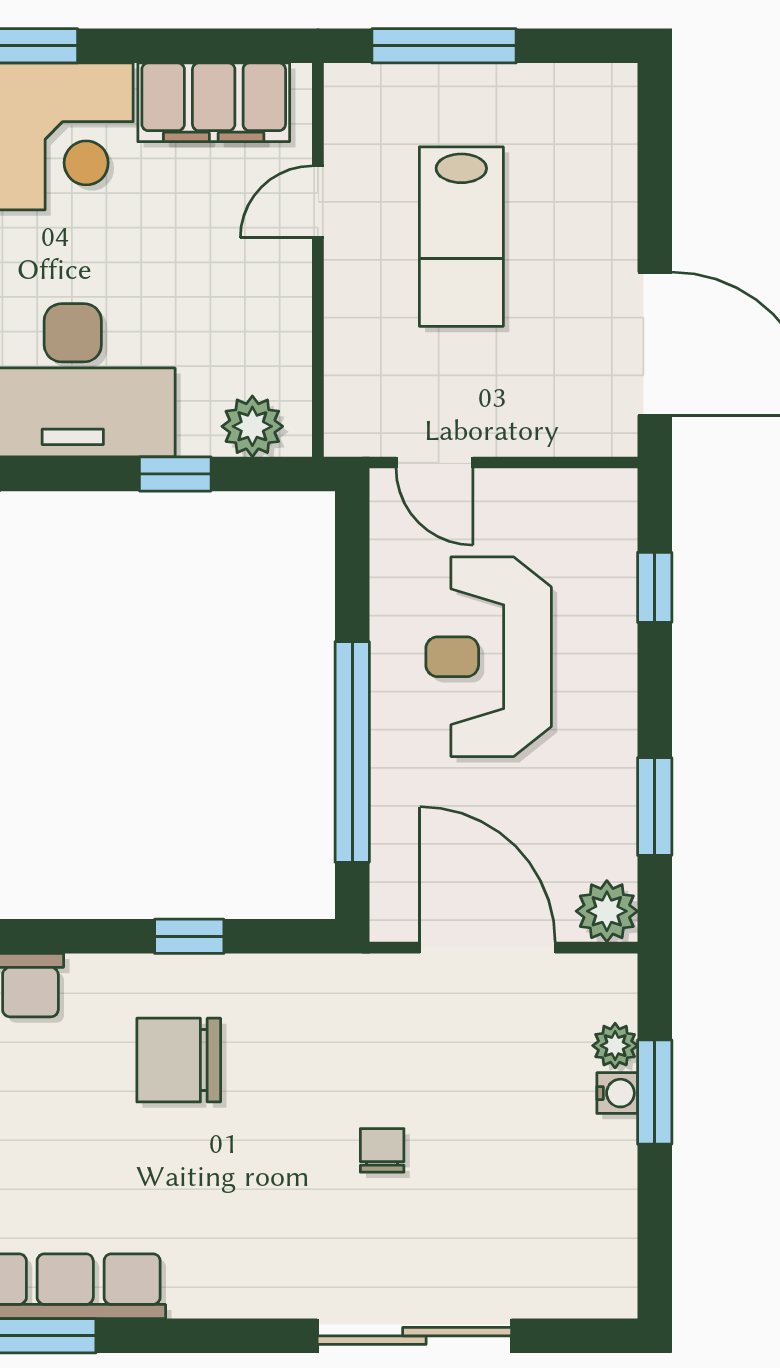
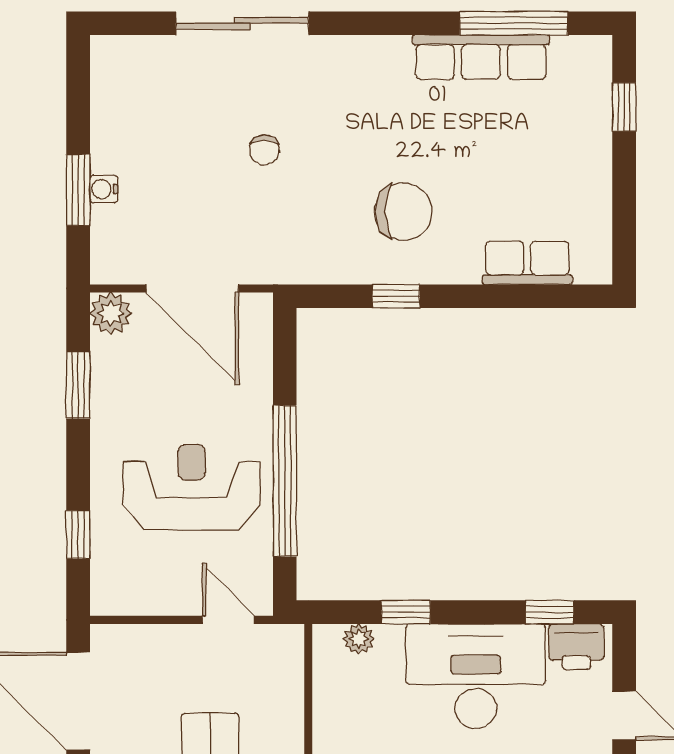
plant: (252, 426) -> (359, 639), width x0.73, depth x0.73
reception desk: (489, 657) -> (192, 487), turned -90
window: (352, 752) -> (285, 481), moved
plant: (615, 1046) -> (105, 222), removed

